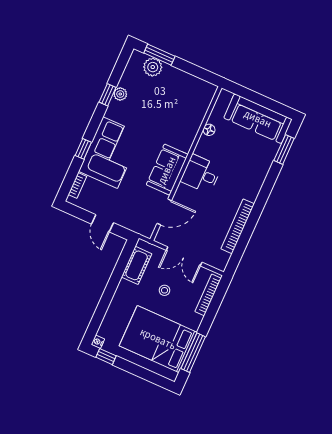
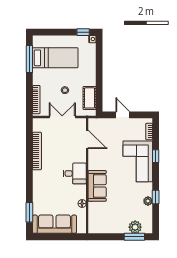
sofa: (167, 170) -> (97, 186), moved
door: (164, 212) -> (87, 139), swing flipped
bed: (158, 339) -> (55, 58), width x0.67

